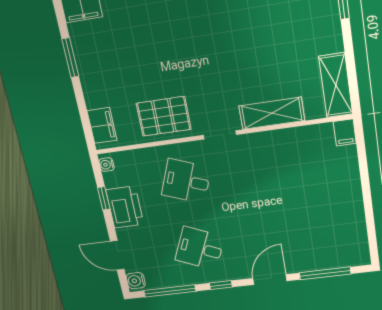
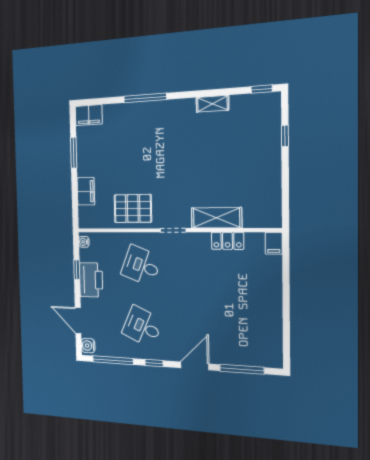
shelving: (336, 85) -> (271, 201), removed
filing cabinet: (102, 126) -> (86, 191), moved
locker: (289, 138) -> (228, 241), added

